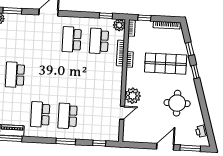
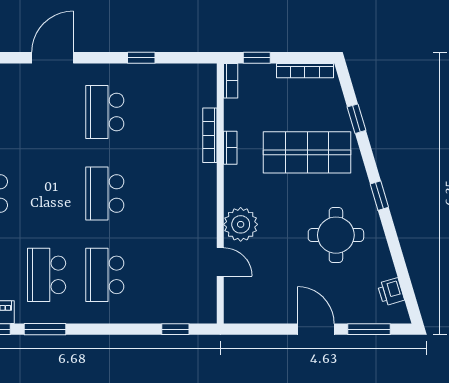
window: (106, 16) -> (141, 58), moved
plant: (119, 25) -> (204, 76), removed
school desk: (99, 41) -> (105, 193), moved
window: (195, 72) -> (379, 196), moved
door: (122, 113) -> (220, 262), hinge flipped
window: (66, 141) -> (45, 329), moved
door: (165, 147) -> (316, 329), hinge flipped

